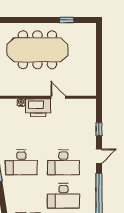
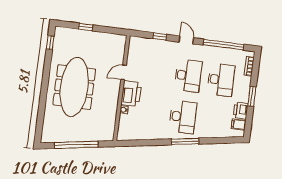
window: (67, 20) -> (50, 43), moved
window: (99, 54) -> (86, 27), added

